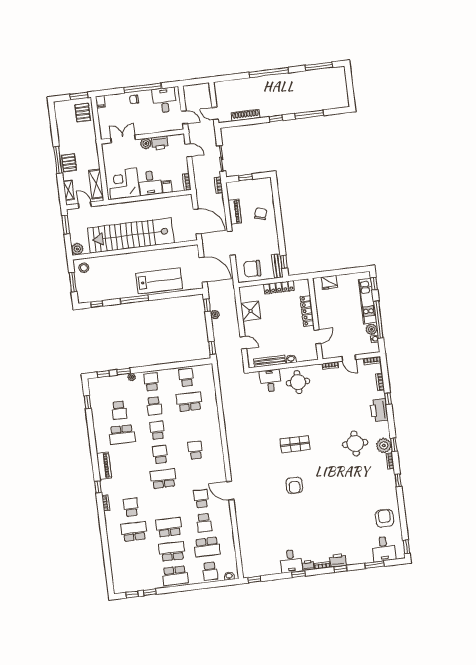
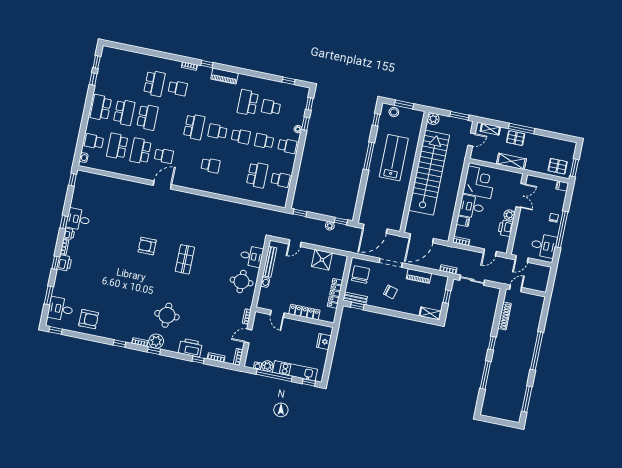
shelving: (96, 184) -> (511, 161), moved
shelving: (267, 188) -> (430, 313), added
chair: (261, 214) -> (390, 292), moved
stool: (84, 268) -> (394, 112), moved
lab bench: (159, 281) -> (394, 158), moved, turned 180
school desk: (160, 454) -> (217, 132), turned 180
school desk: (204, 523) -> (141, 151), width x1.85

